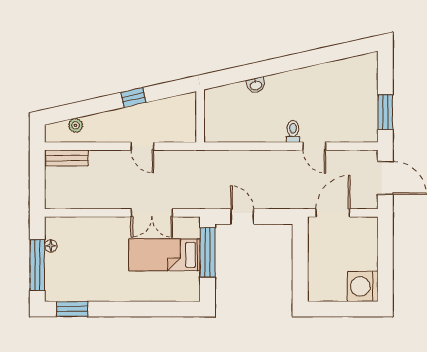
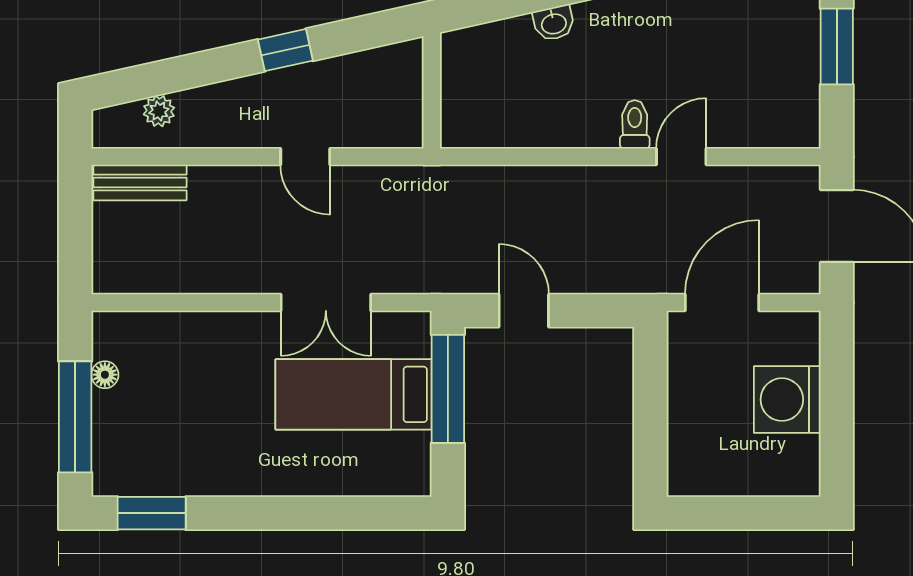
window: (385, 112) -> (837, 47), moved
door: (314, 146) -> (681, 157), swing flipped
washing machine: (363, 286) -> (787, 400), moved

